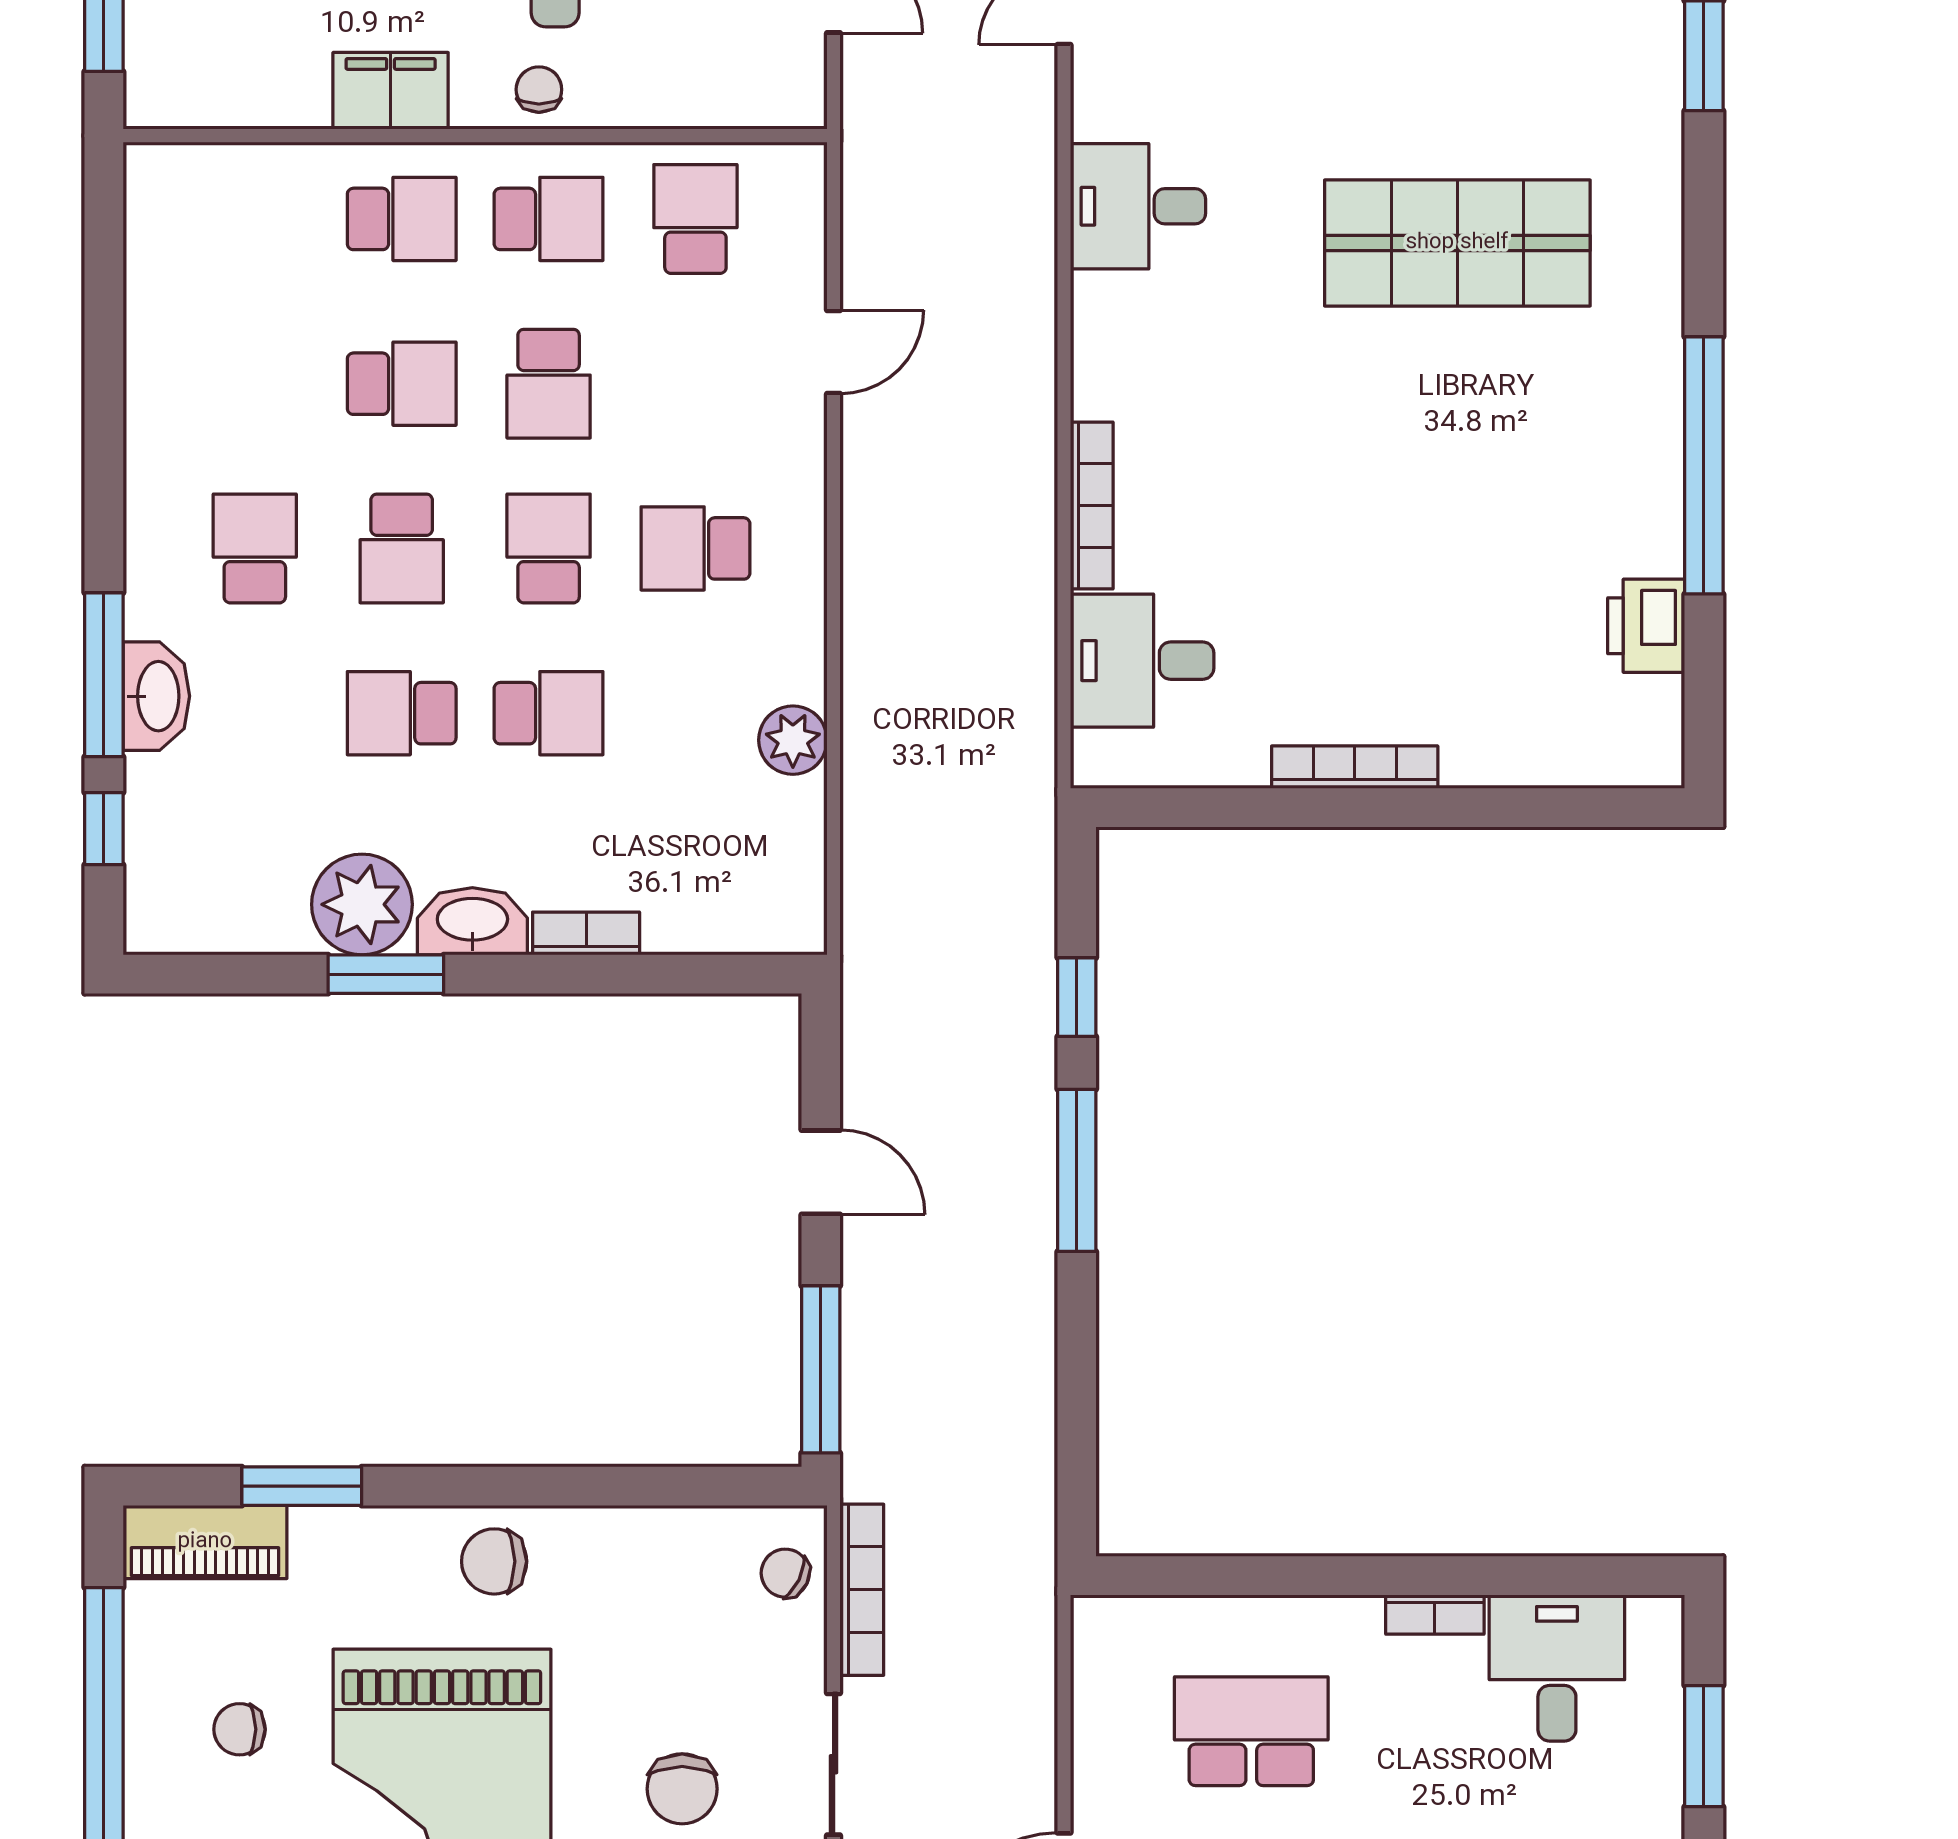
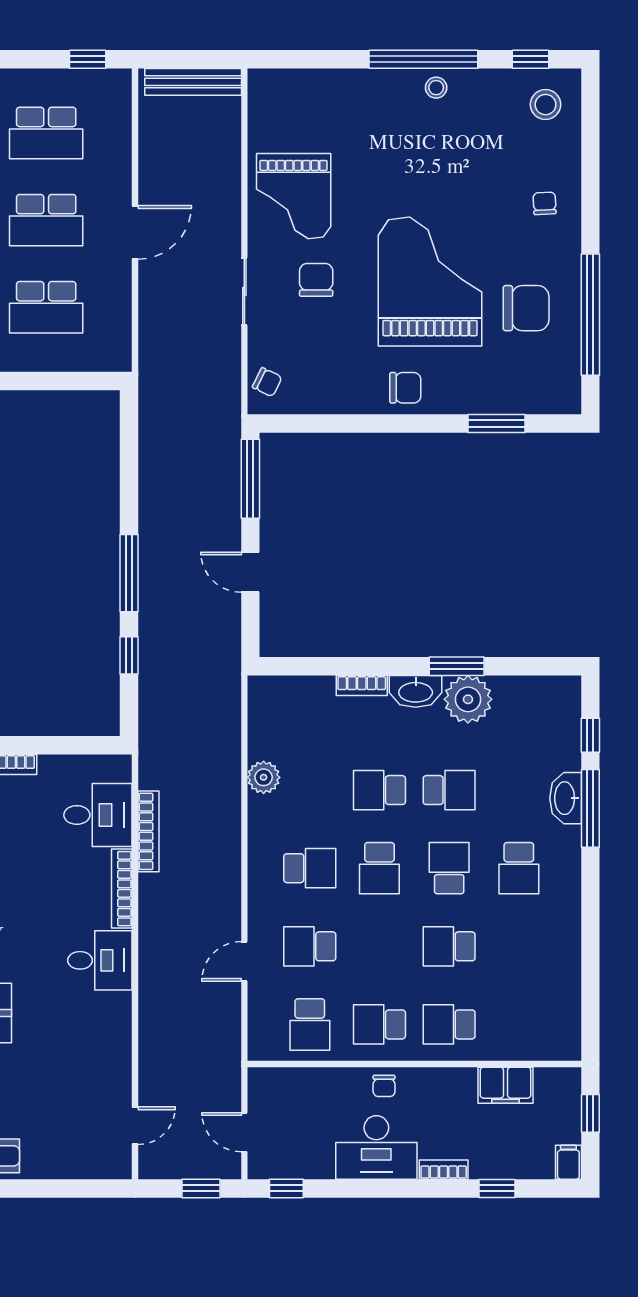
filing cabinet: (391, 91) -> (506, 1085), moved
desk: (1138, 206) -> (100, 960), moved
school desk: (549, 384) -> (310, 946), moved, turned -90
piano: (205, 1542) -> (542, 397), removed
bookcase: (862, 1590) -> (148, 831), moved, turned 180
chair: (240, 1729) -> (526, 308), width x1.87, depth x1.87

